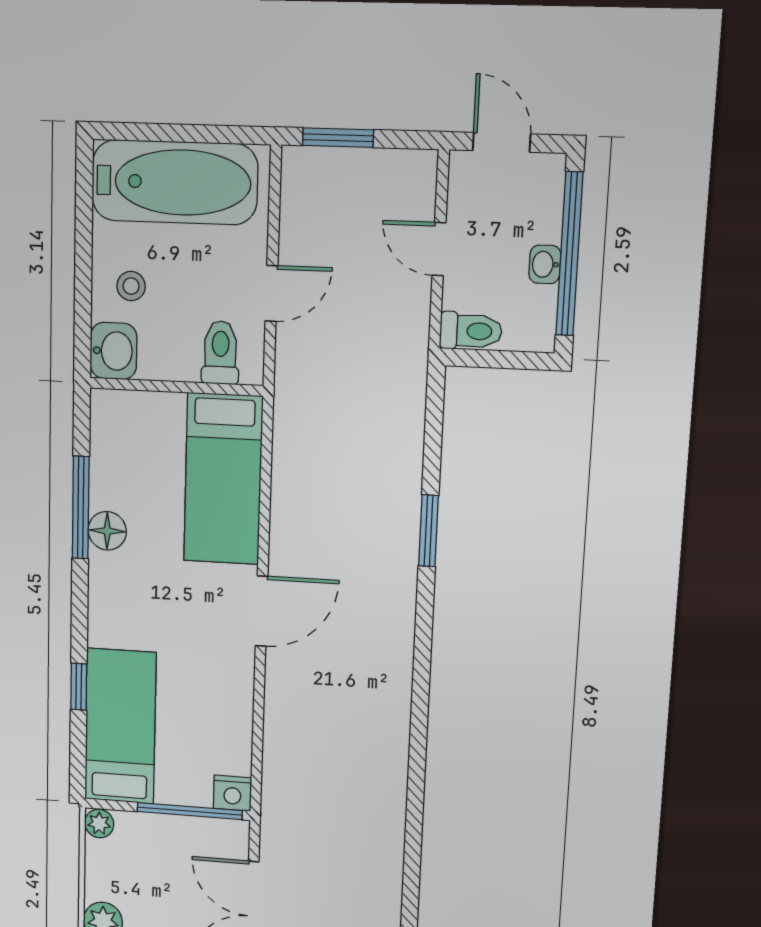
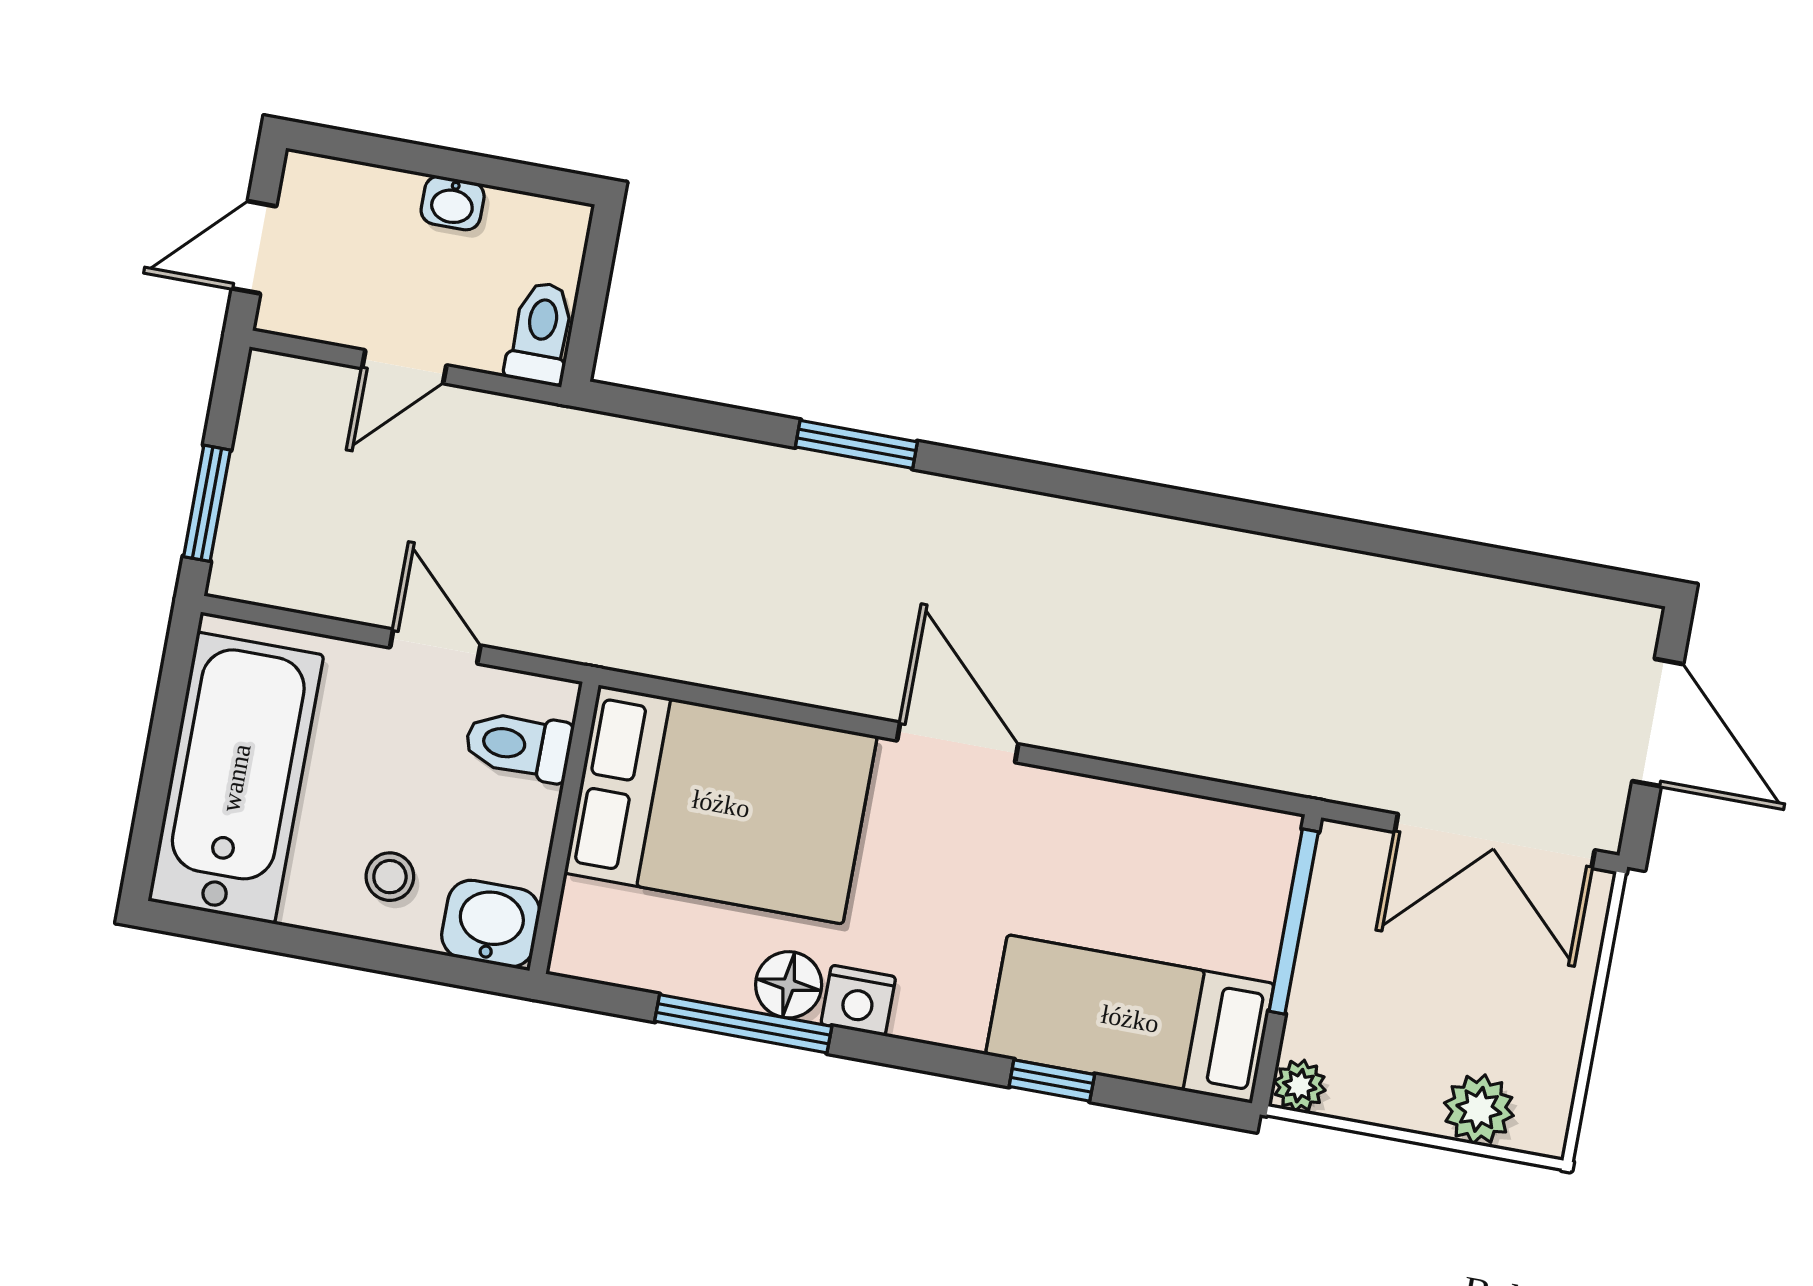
window: (569, 254) -> (442, 163), removed
bed: (223, 479) -> (721, 804), width x1.50
nightstand: (232, 793) -> (858, 1000), moved, turned 90

